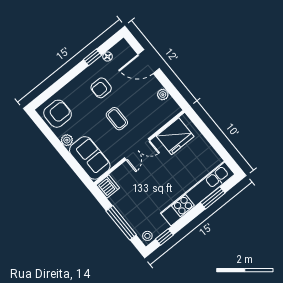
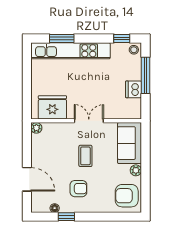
plant: (163, 95) -> (36, 128), moved
dishwasher: (108, 187) -> (134, 89), moved

